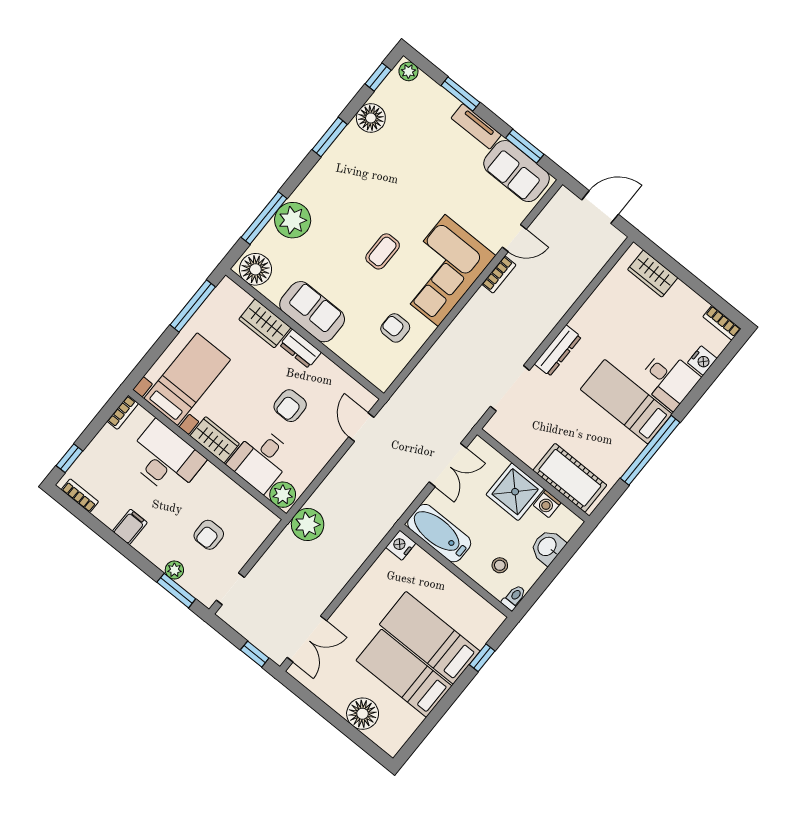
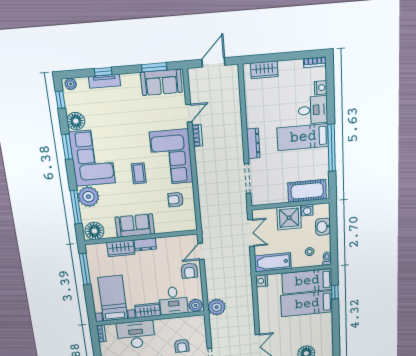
window: (460, 94) -> (103, 72), width x0.67
tv unit: (476, 126) -> (105, 81), moved
corner sofa: (346, 178) -> (92, 158), added
armchair: (290, 406) -> (189, 271), moved
door: (361, 427) -> (201, 251), hinge flipped
bed: (404, 673) -> (307, 281), moved

